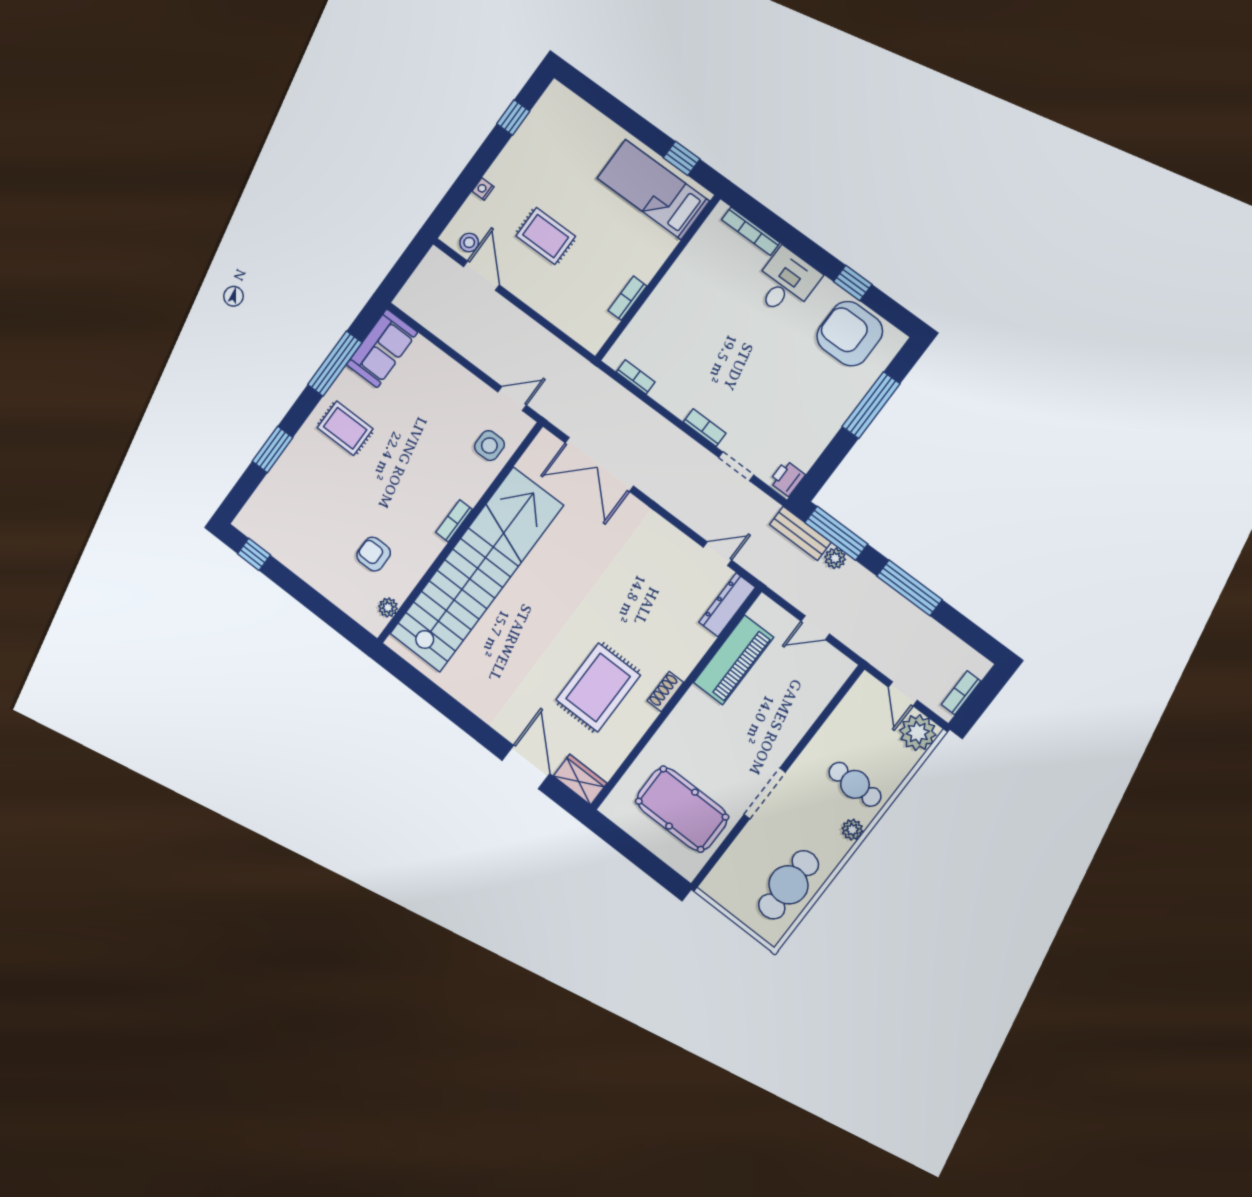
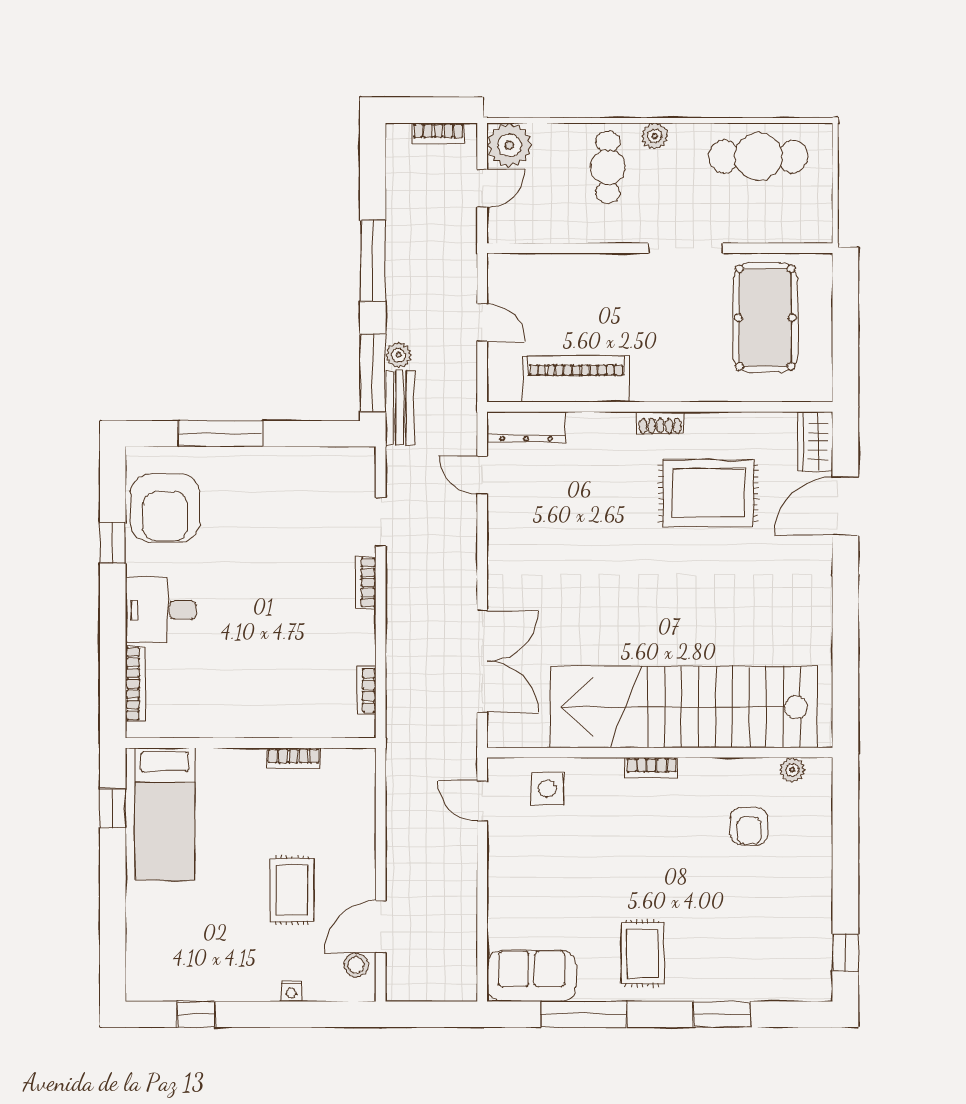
printer: (787, 478) -> (355, 462), removed

